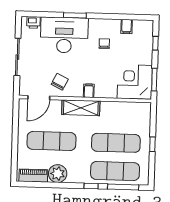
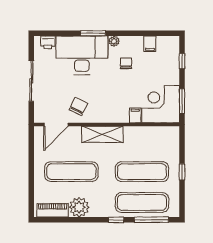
plant: (94, 23) -> (114, 41), added
filing cabinet: (89, 91) -> (135, 115), moved

